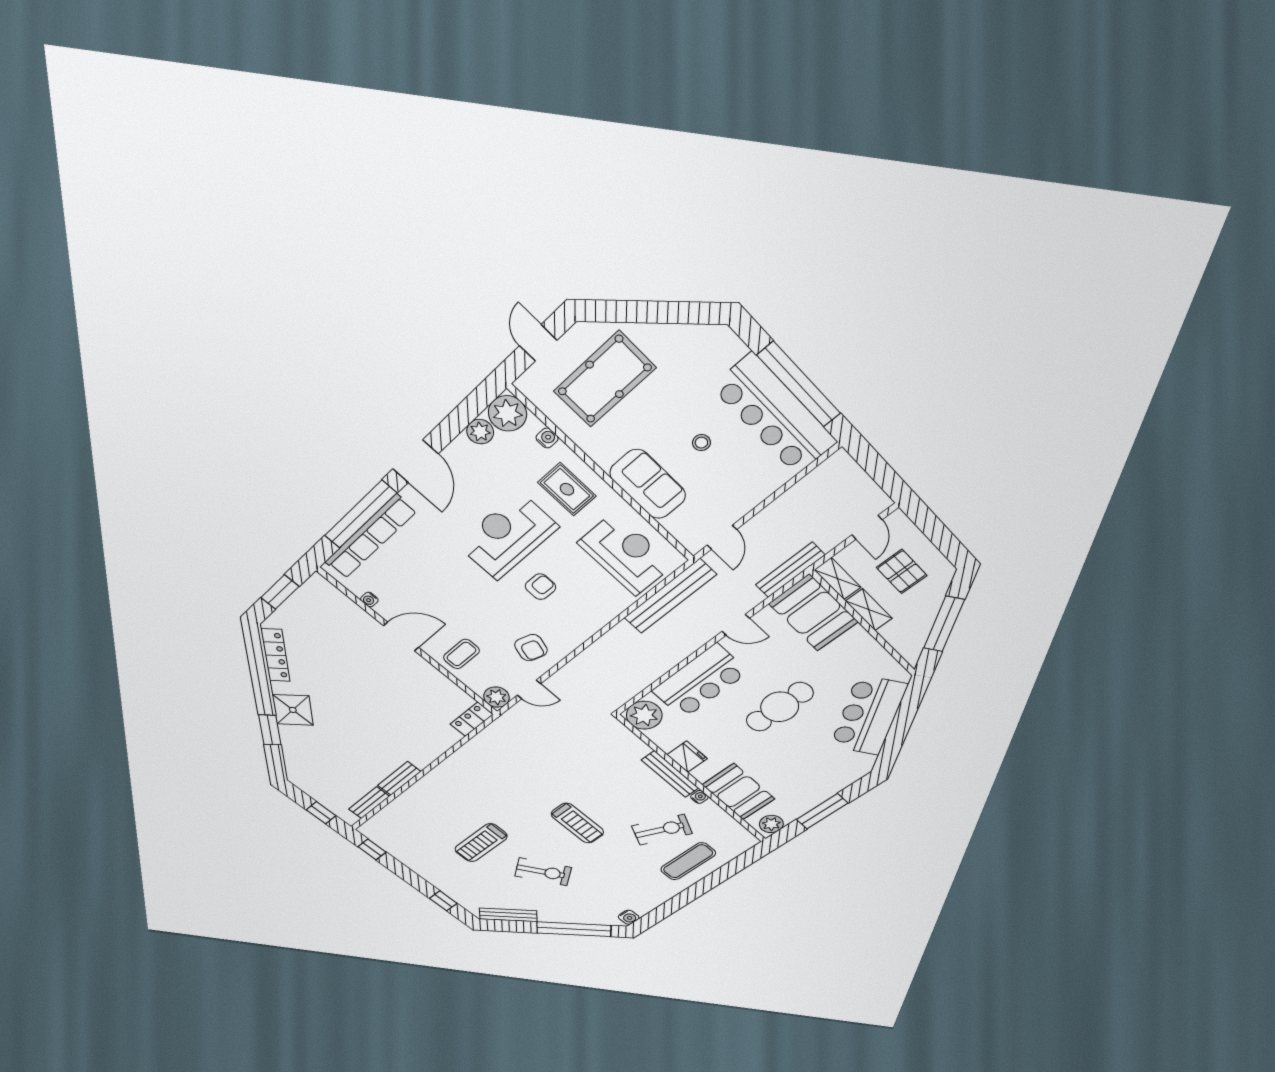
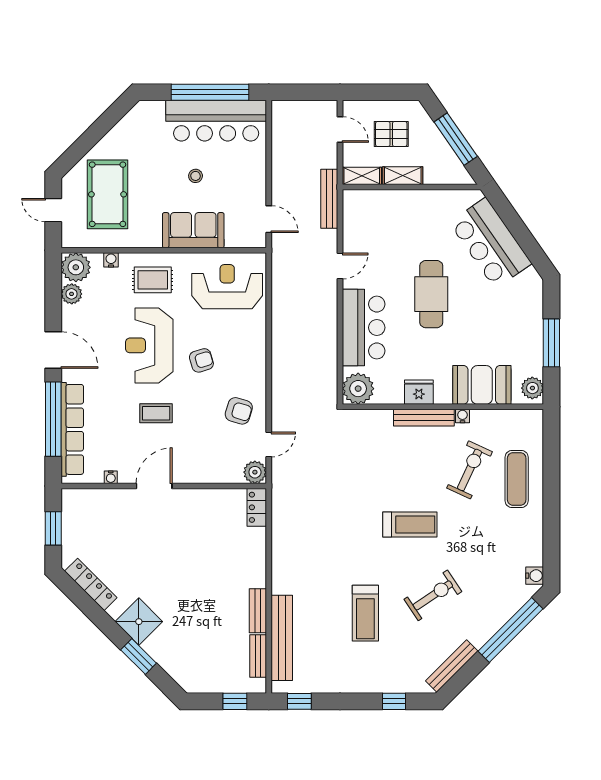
armchair: (540, 587) -> (201, 360), turned 73
bench: (670, 596) -> (282, 638), moved
booth: (813, 613) -> (375, 211), removed
coffee table: (461, 654) -> (156, 413), moved, turned 90

